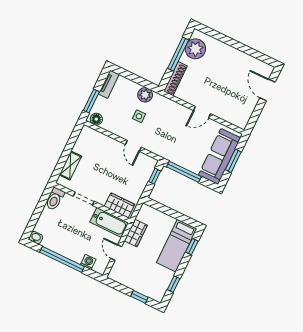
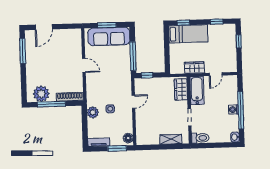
window: (253, 53) -> (23, 51), added
washing machine: (88, 262) -> (233, 110), moved

